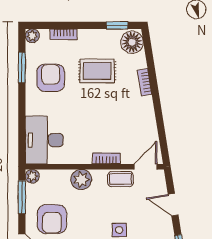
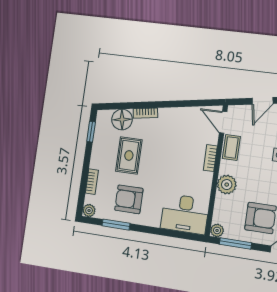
floor lamp: (132, 42) -> (122, 120), moved

